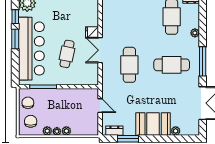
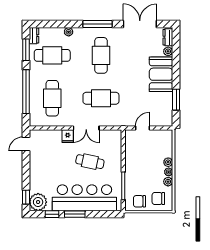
cafe table: (129, 17) -> (52, 98), added
dresser: (114, 131) -> (168, 37), moved

